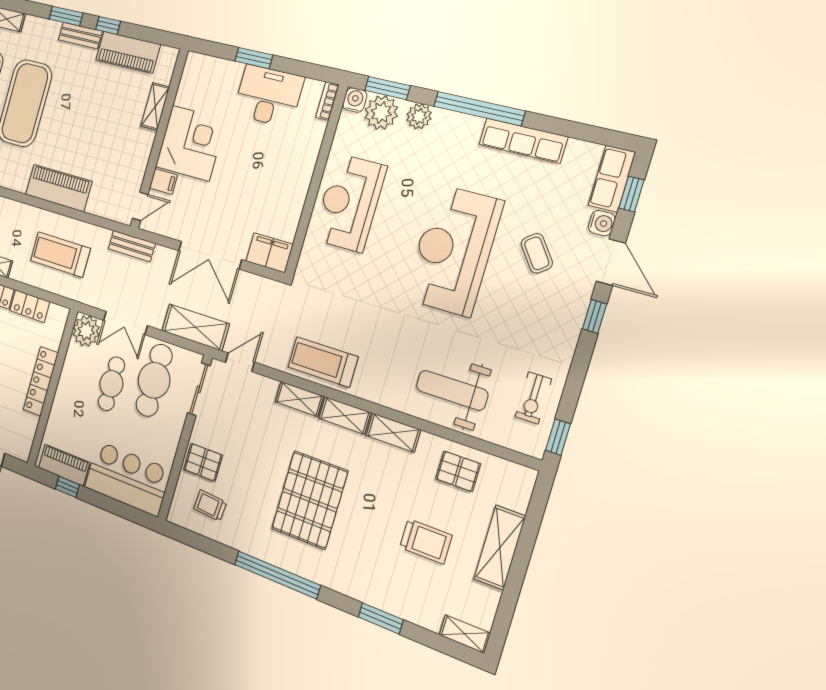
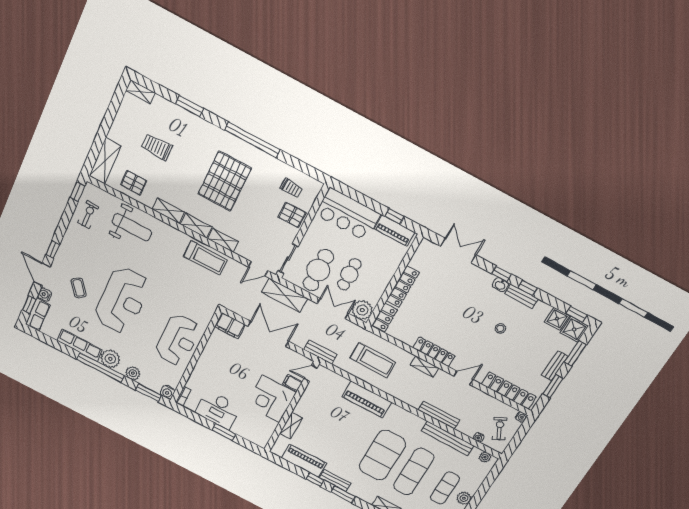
plant: (381, 113) -> (110, 359), moved
locker: (30, 306) -> (385, 318), moved, turned 90
shelving: (500, 548) -> (105, 161), moved

